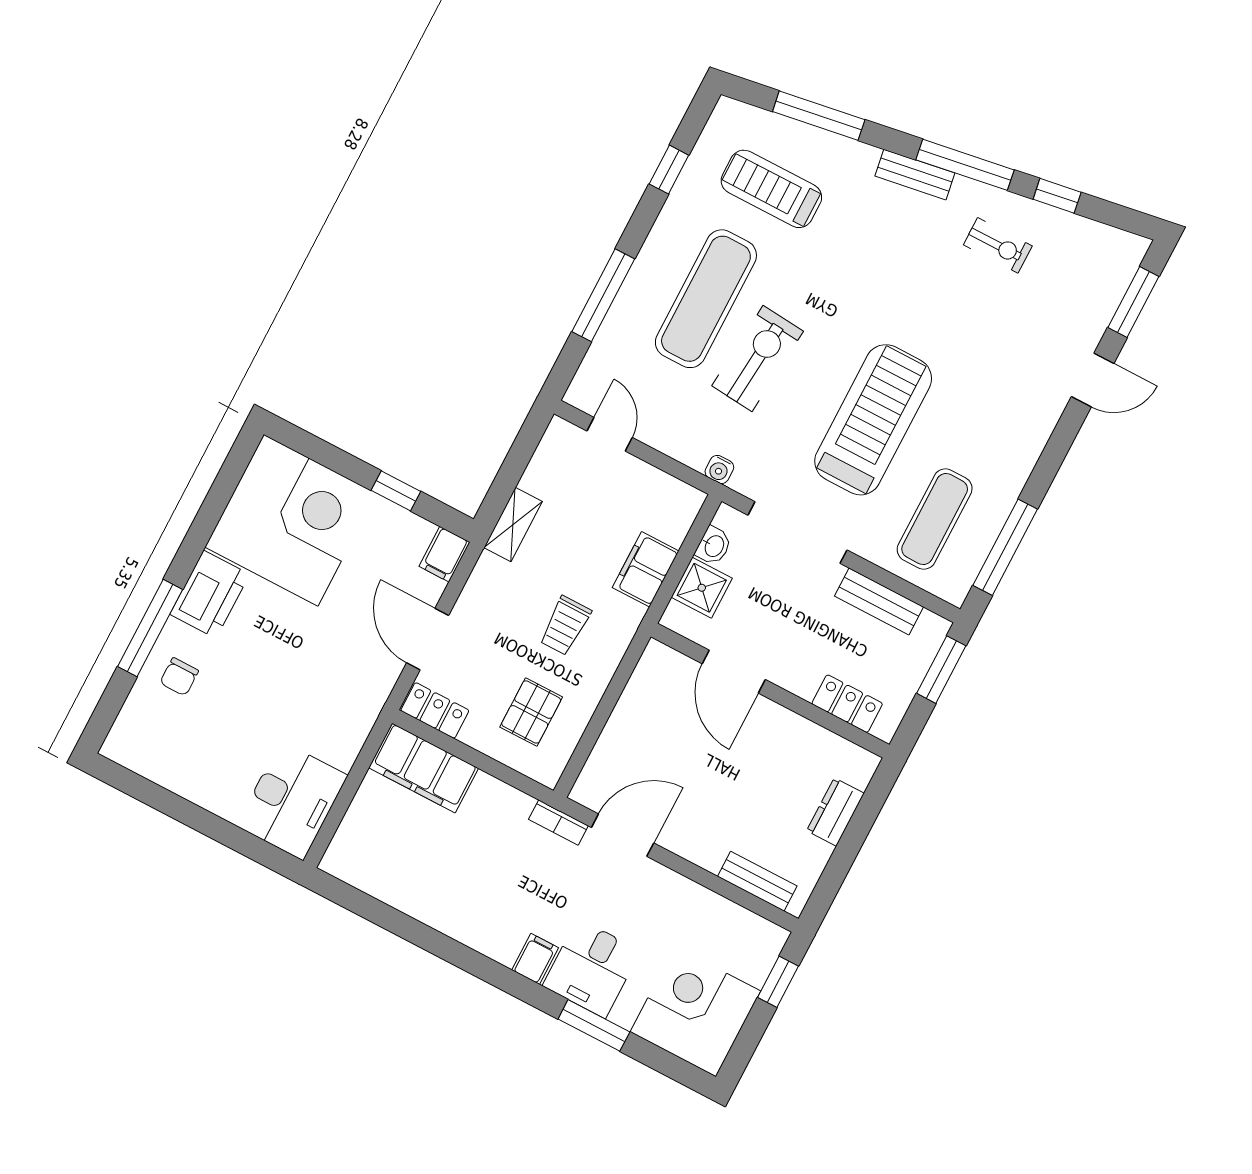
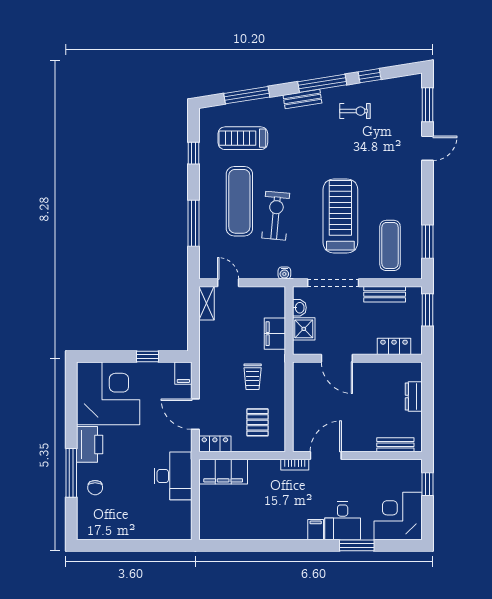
shelving: (513, 525) -> (207, 303), moved
window: (1005, 547) -> (427, 242), width x0.69
desk: (292, 801) -> (173, 476), moved

